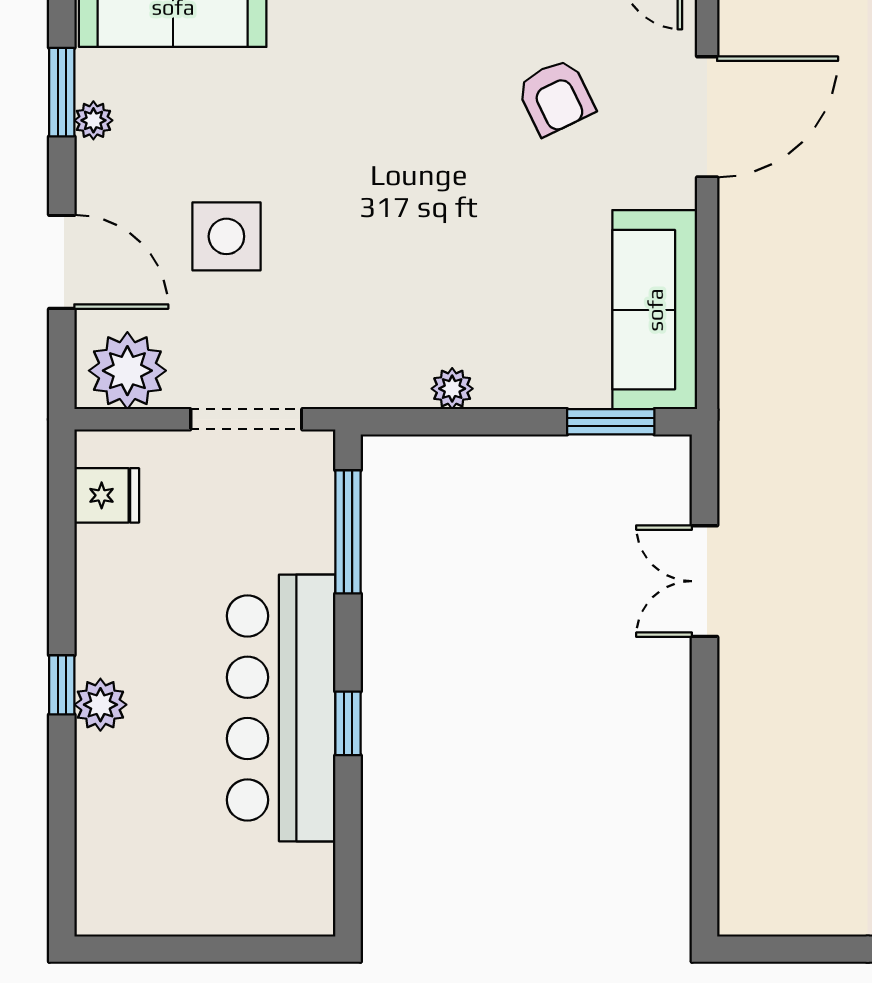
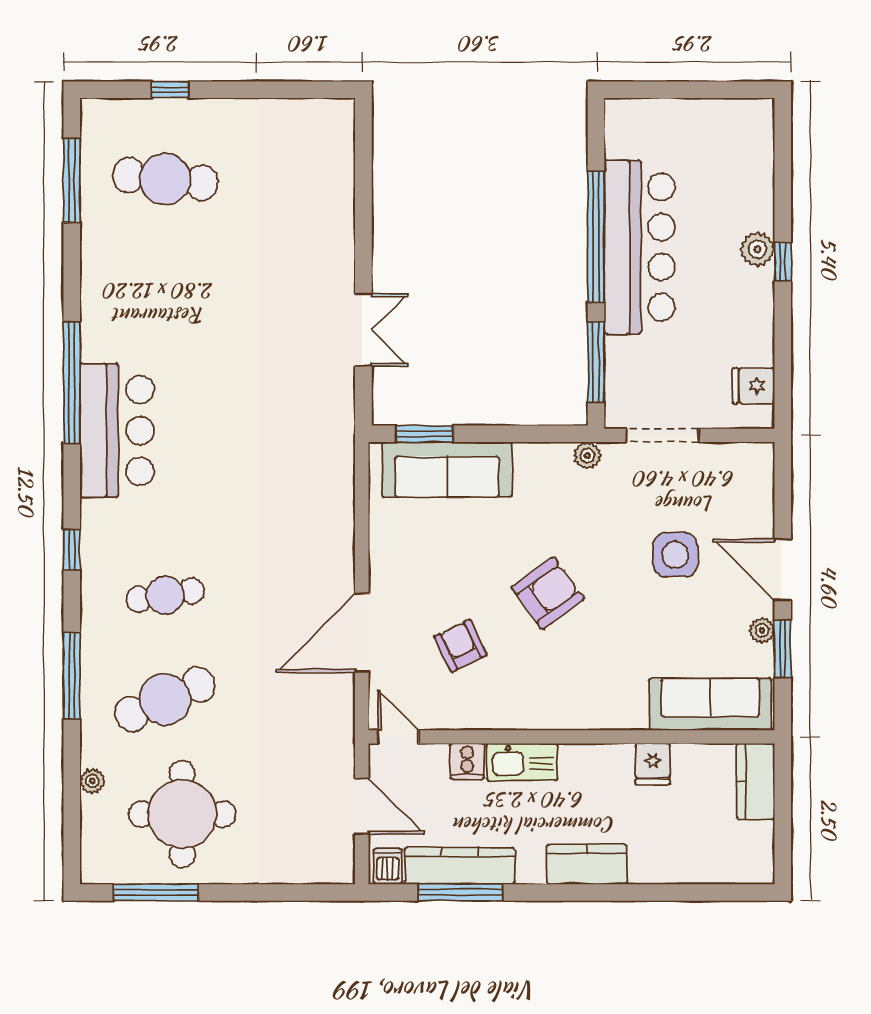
armchair: (422, 178) -> (548, 593), added
door: (62, 262) -> (783, 570), moved
sofa: (655, 310) -> (447, 470), moved, turned 90
plant: (127, 371) -> (740, 467), removed
plant: (452, 389) -> (587, 455), moved
window: (348, 723) -> (596, 237), width x3.17

